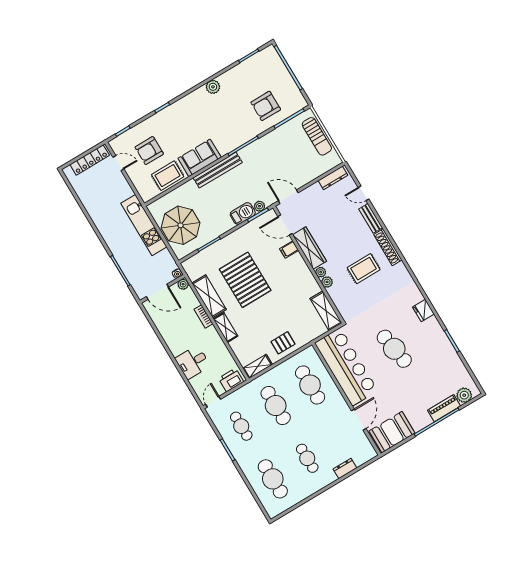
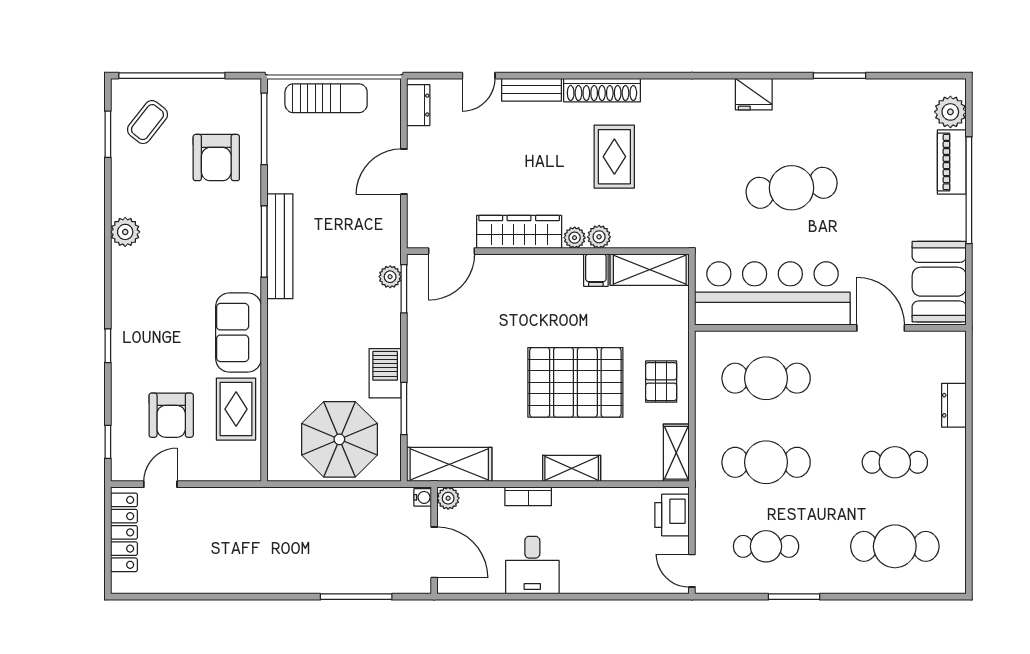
coffee table: (263, 69) -> (147, 122), added
bench: (218, 170) -> (280, 246), moved
dresser: (333, 178) -> (418, 105), width x0.70
door: (288, 197) -> (404, 171), moved
barbecue: (243, 214) -> (385, 373), moved
kitchen unit: (144, 225) -> (299, 505), removed
filing cabinet: (289, 250) -> (596, 270), moved
pallet: (245, 280) -> (575, 382), moved
door: (157, 292) -> (434, 552), hinge flipped
shelving: (209, 296) -> (449, 464), moved
desk: (193, 362) -> (532, 565), moved

